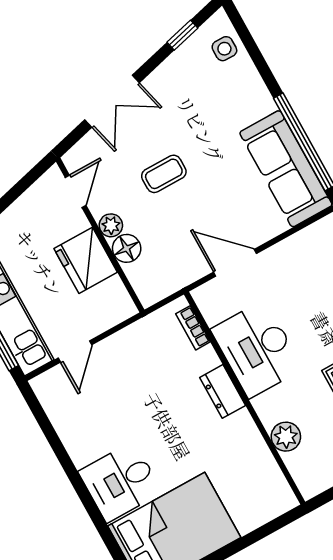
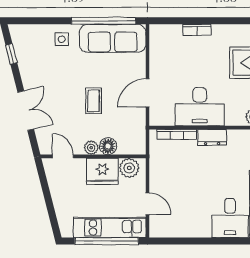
side table: (224, 49) -> (62, 39), moved
coffee table: (164, 174) -> (93, 101), moved
plant: (112, 296) -> (129, 168), added
bookcase: (193, 328) -> (177, 134), width x1.56

